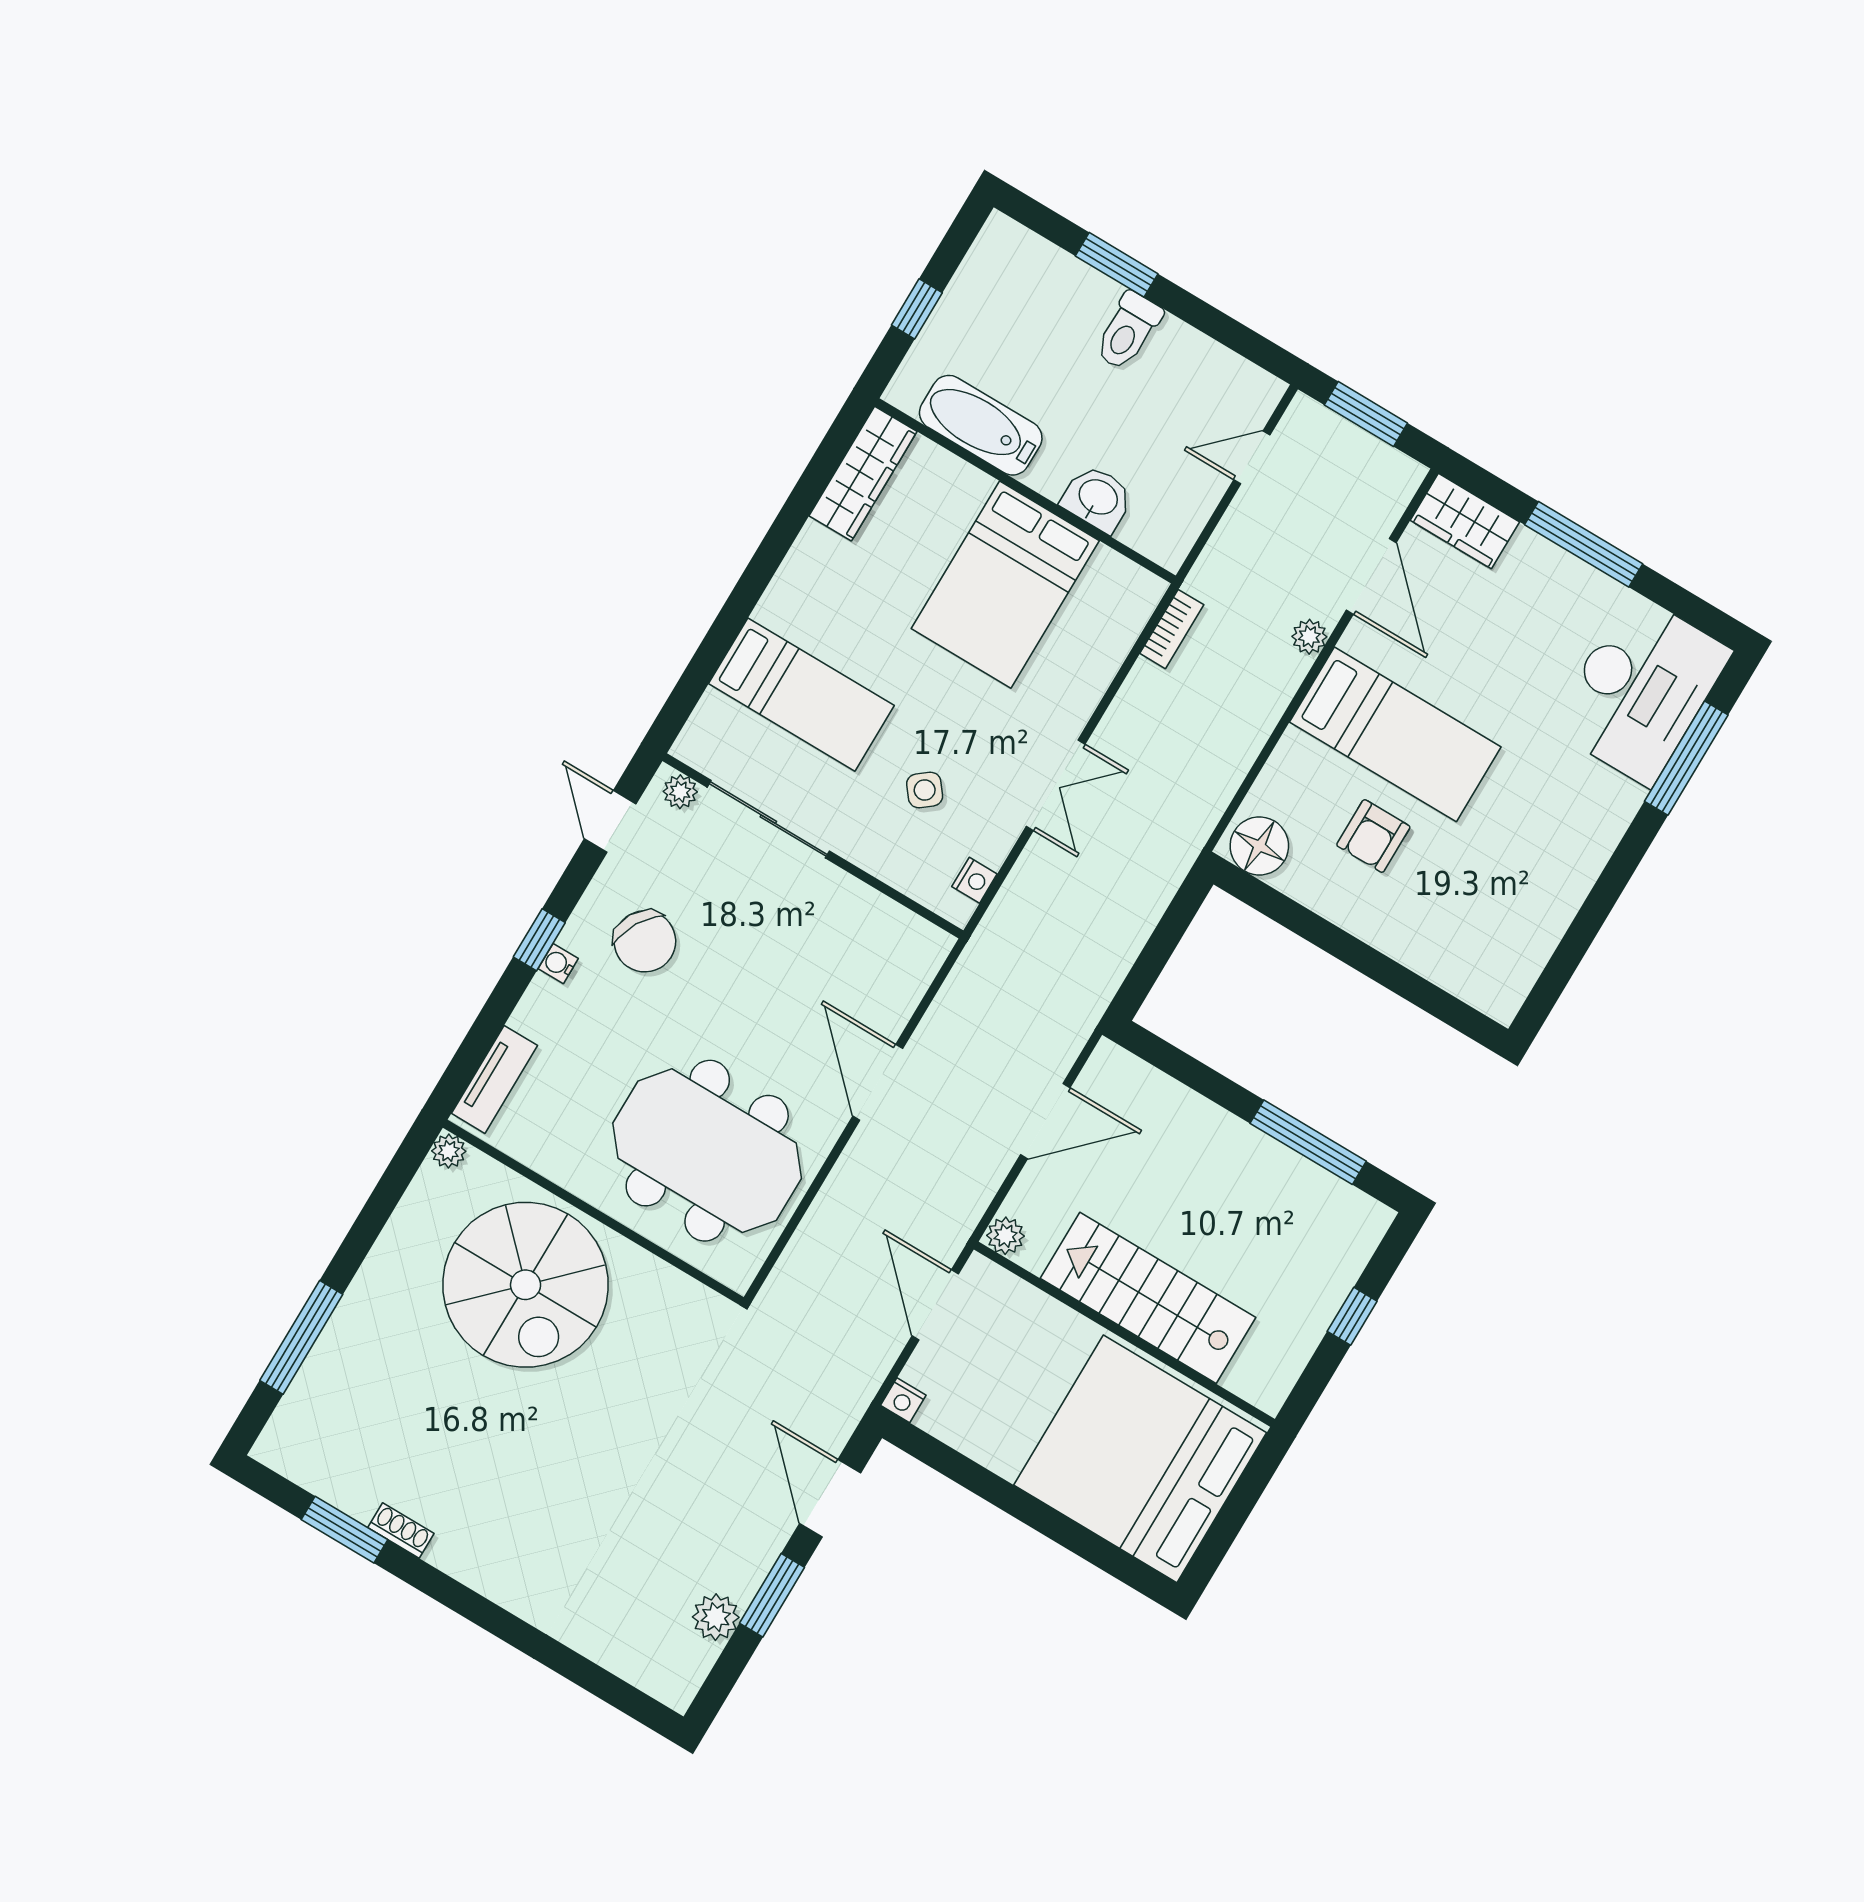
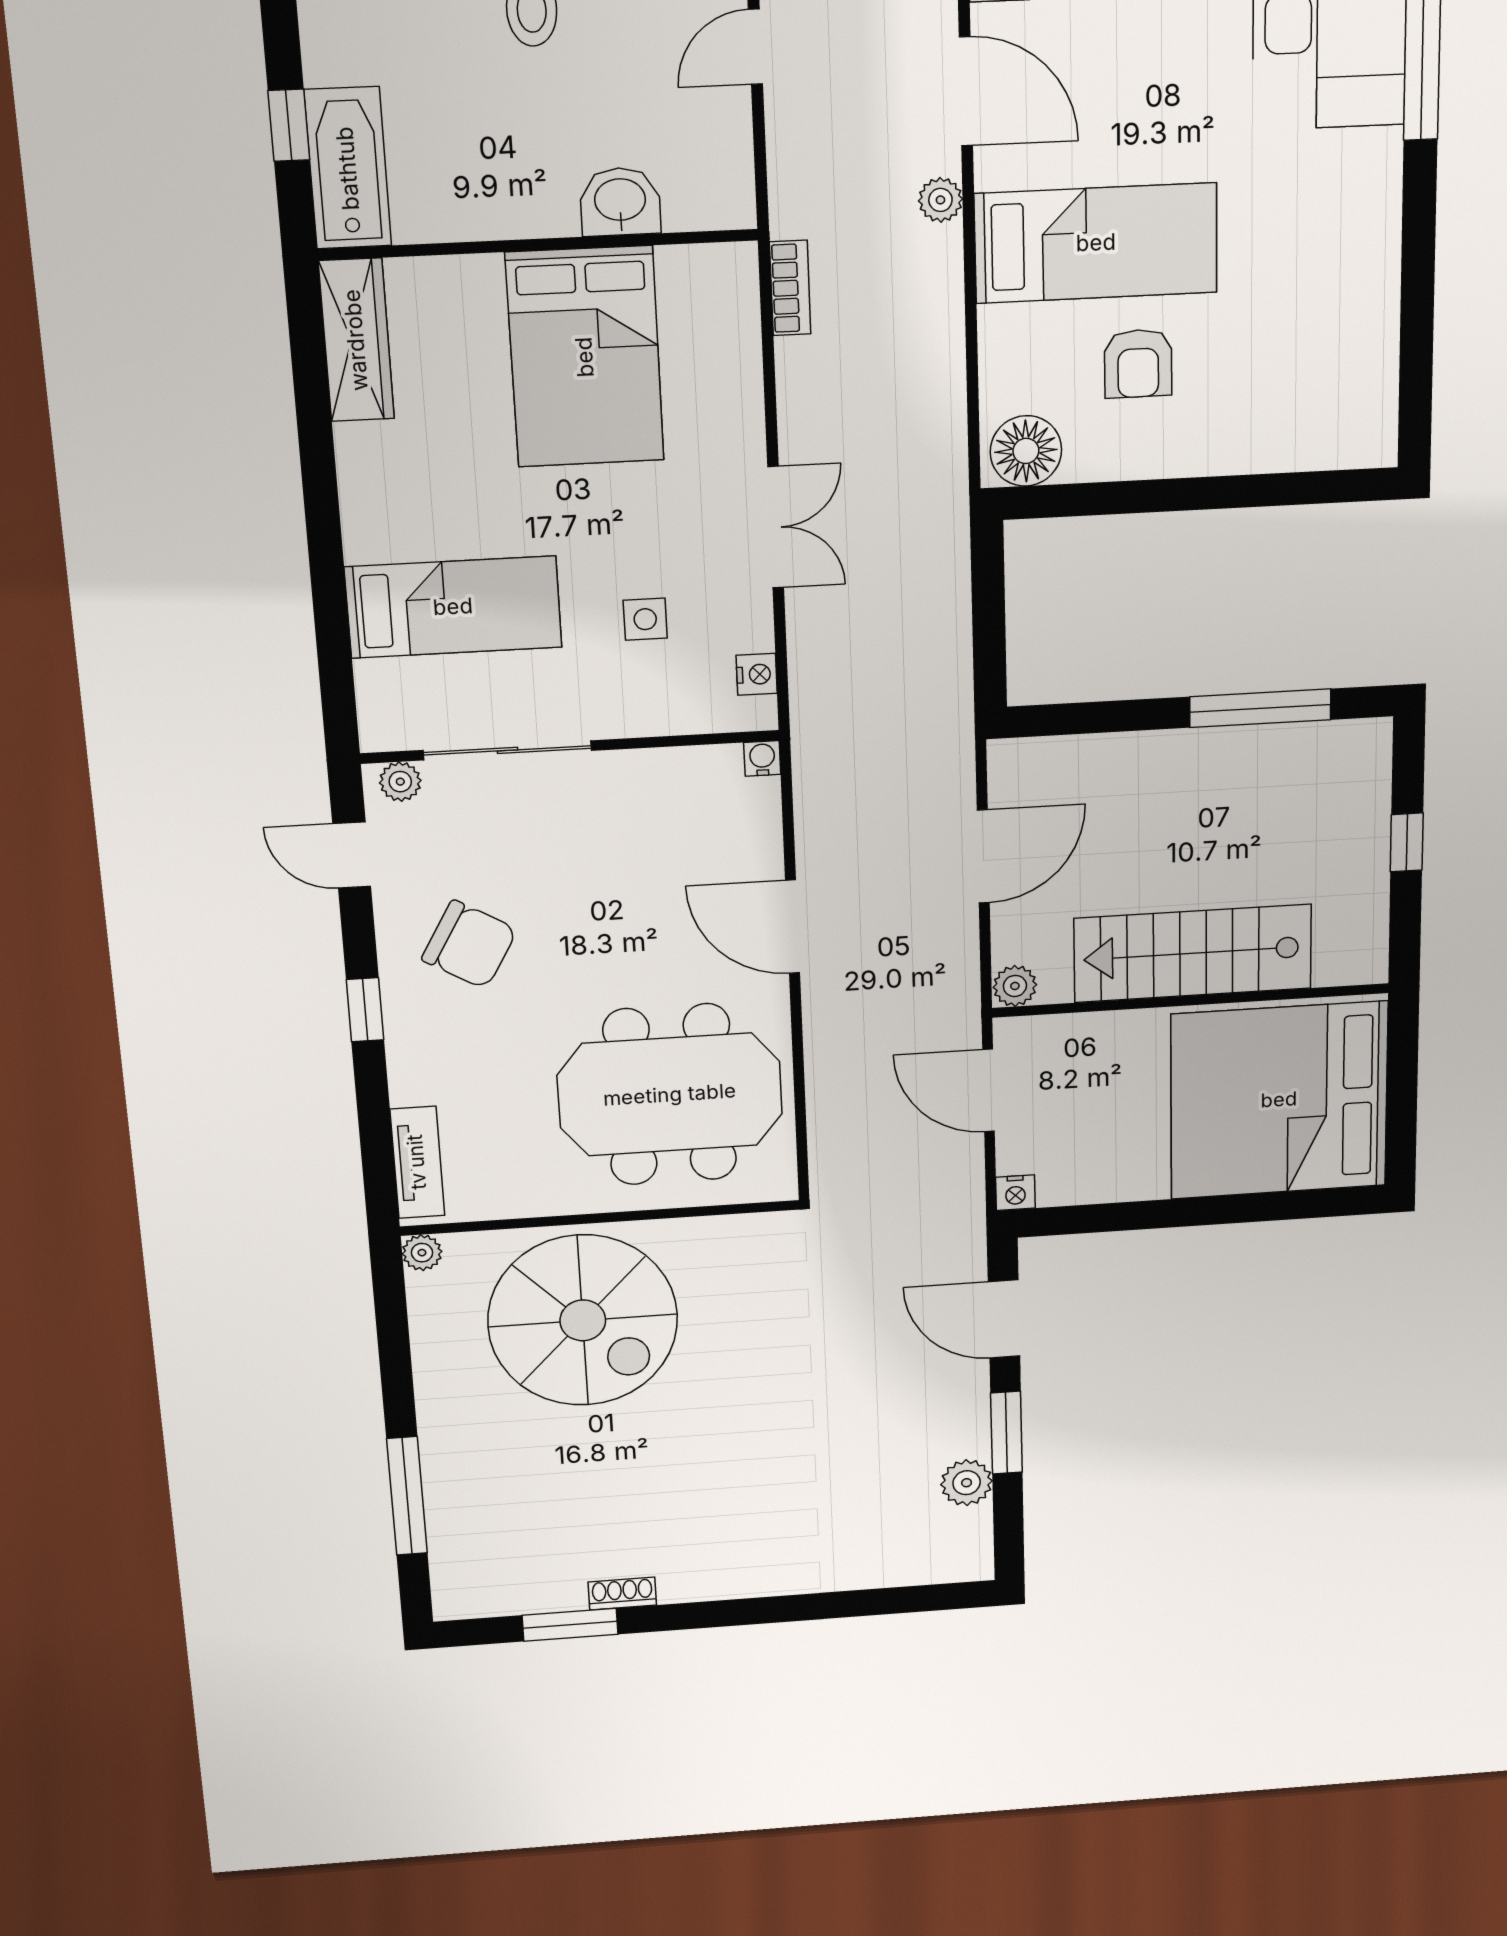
bathtub: (981, 425) -> (348, 168), moved, turned 90
side table: (925, 790) -> (645, 619), turned 38
water cooler: (558, 964) -> (762, 758), moved, turned 90

